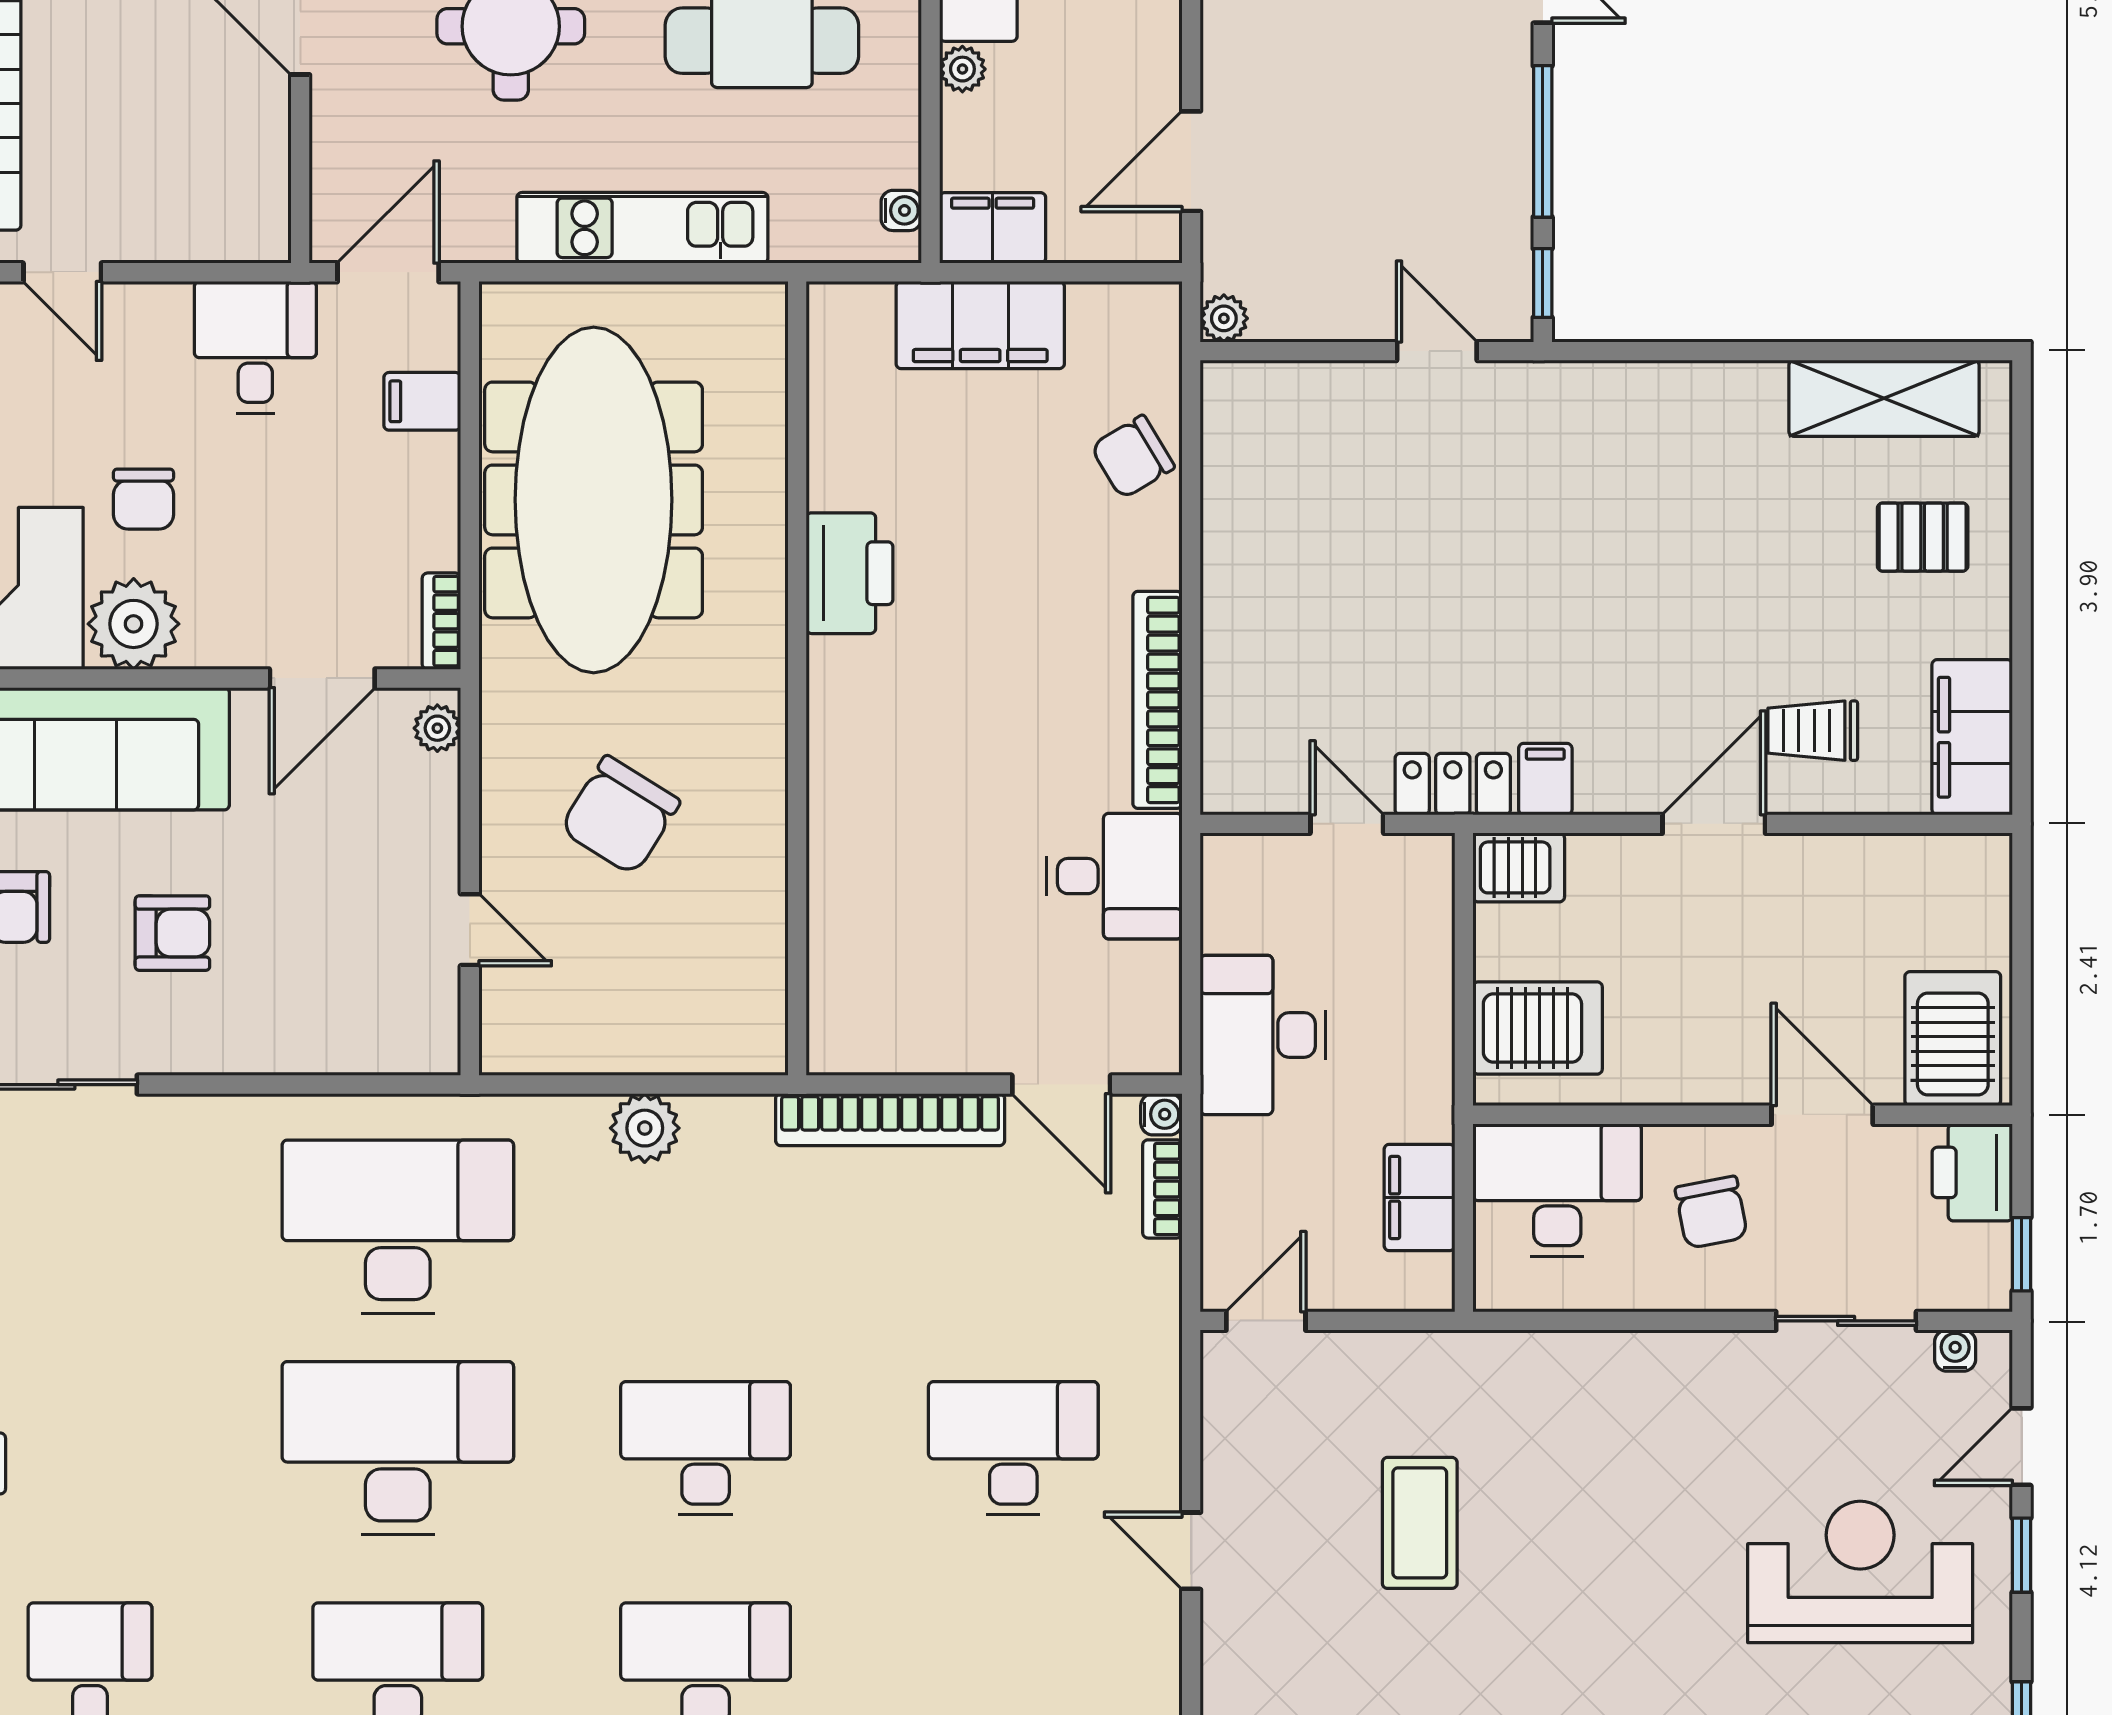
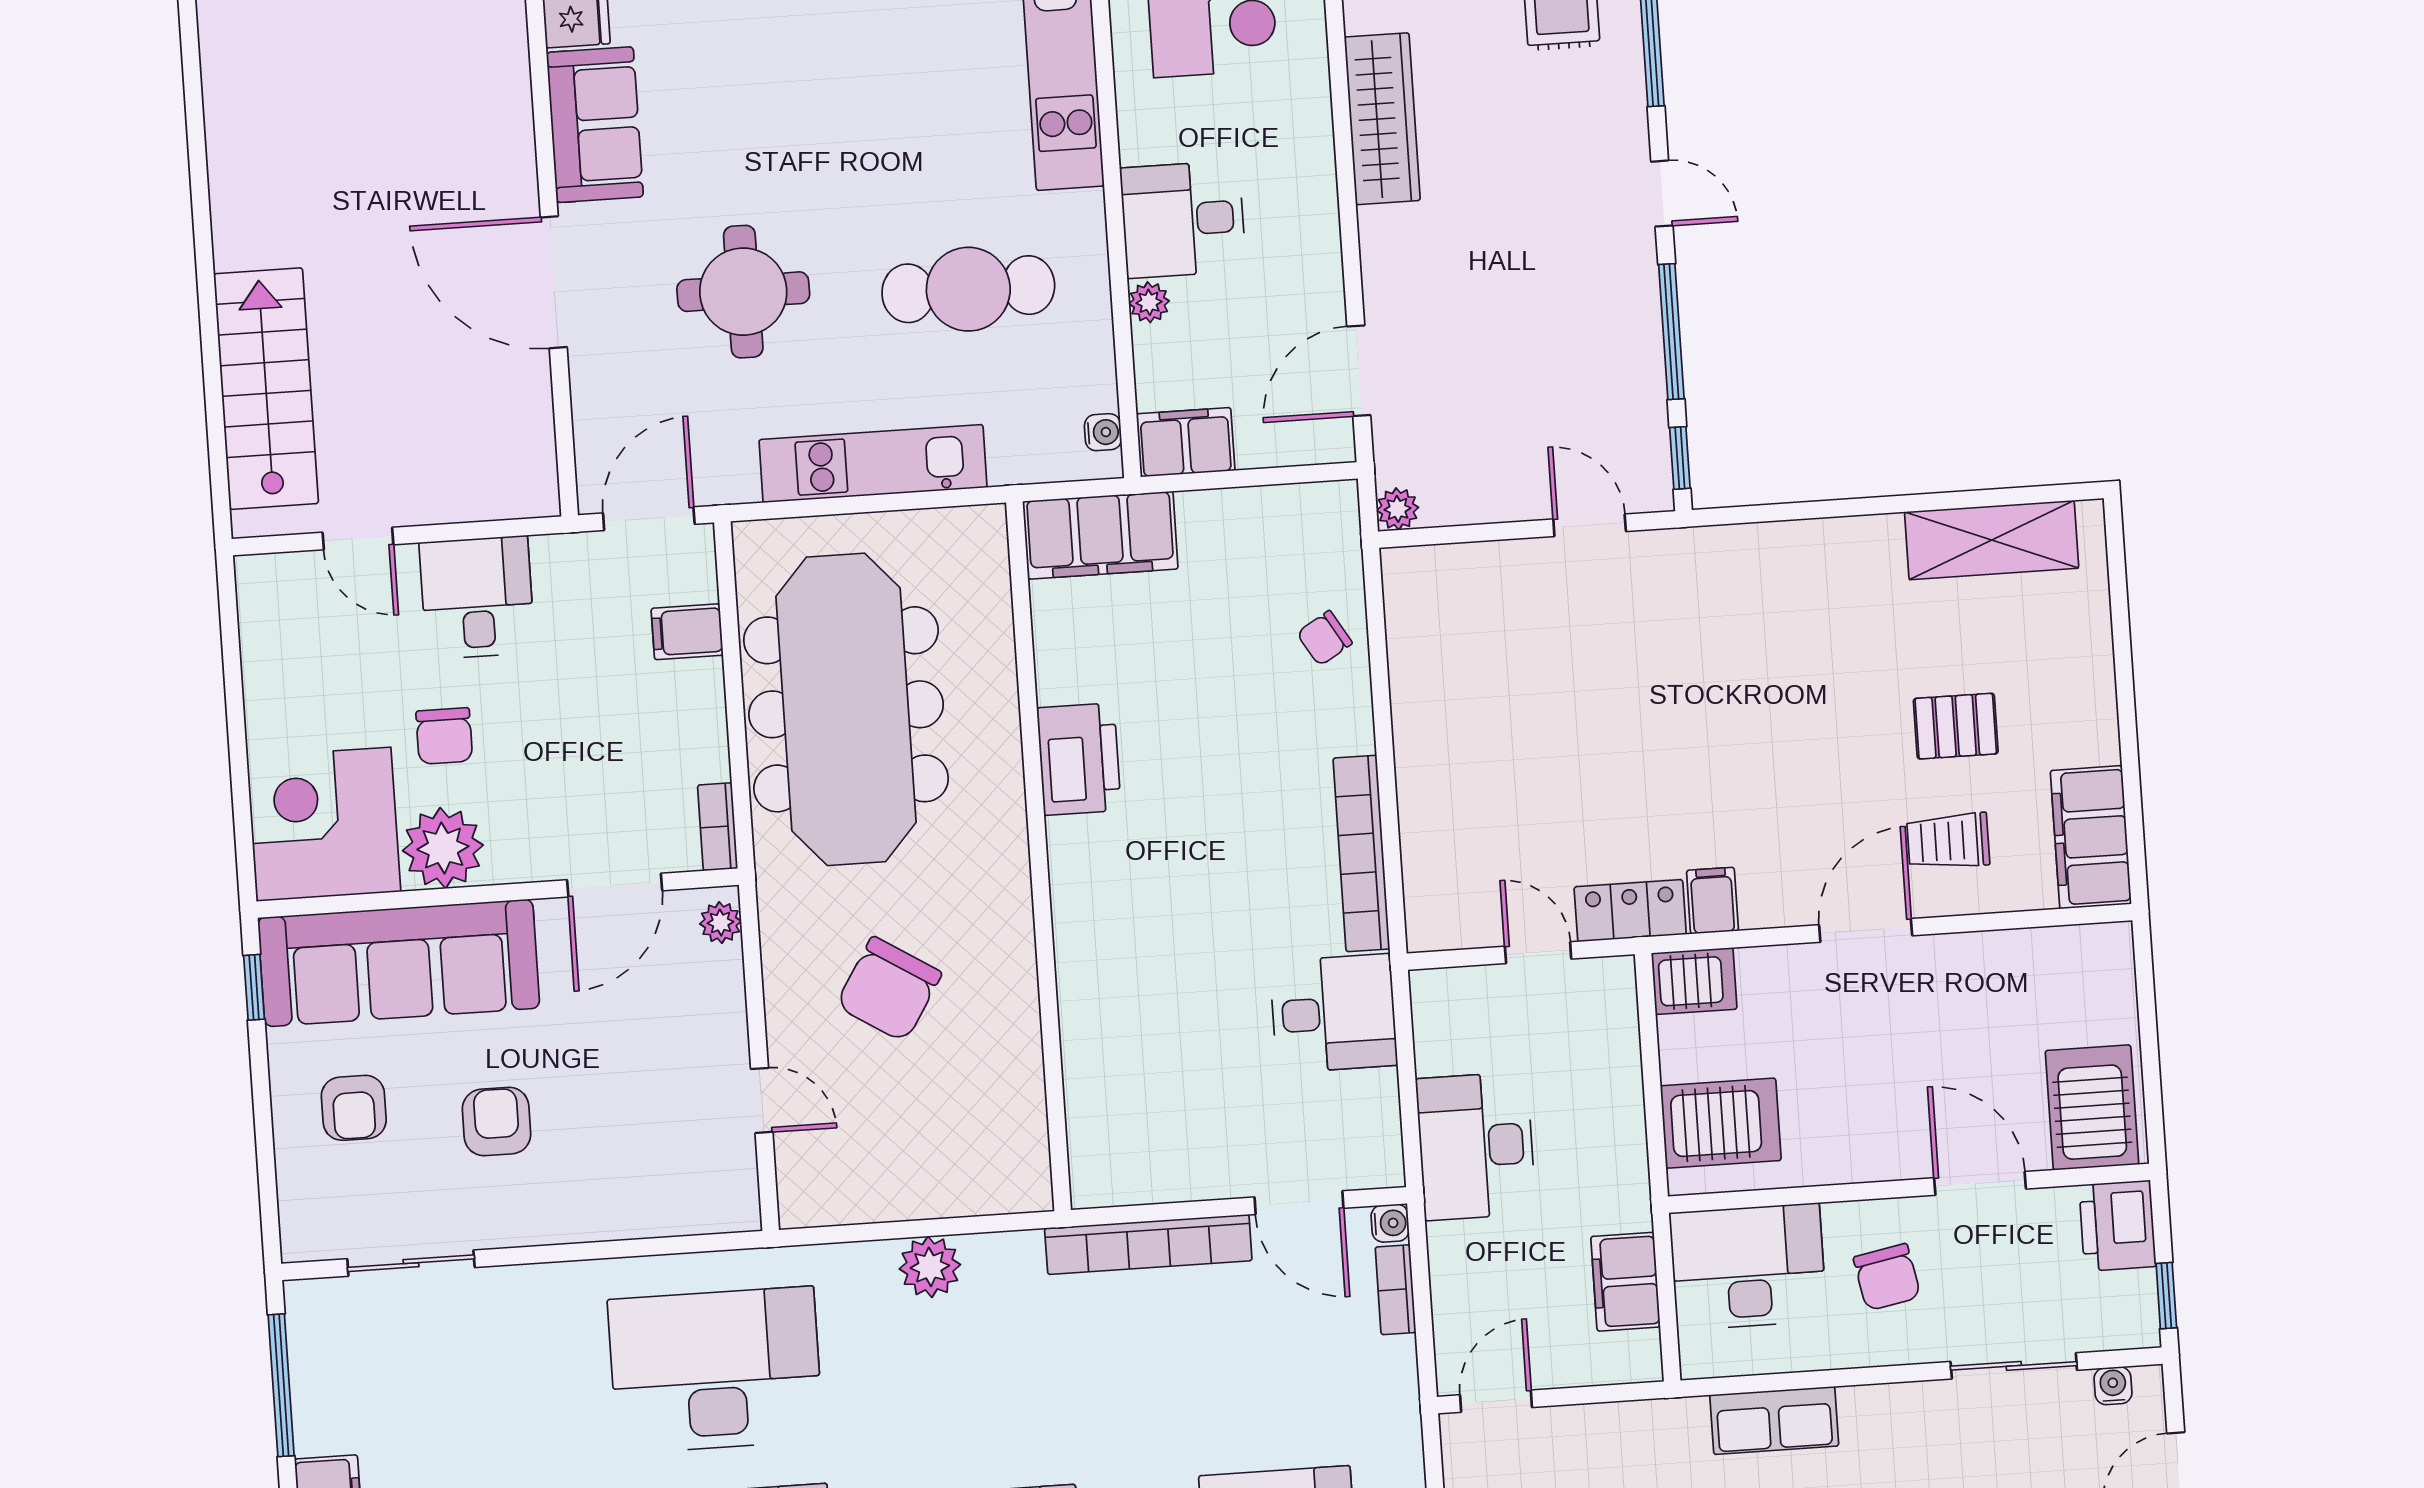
filing cabinet: (980, 325) -> (1100, 535), moved
desk: (255, 347) -> (477, 598), moved
chair: (1133, 457) -> (1324, 638), width x0.73, depth x0.73
pallet: (1923, 537) -> (1956, 726), moved
armchair: (172, 933) -> (497, 1122), turned -90
row of seats: (1575, 1363) -> (1774, 1420), added

